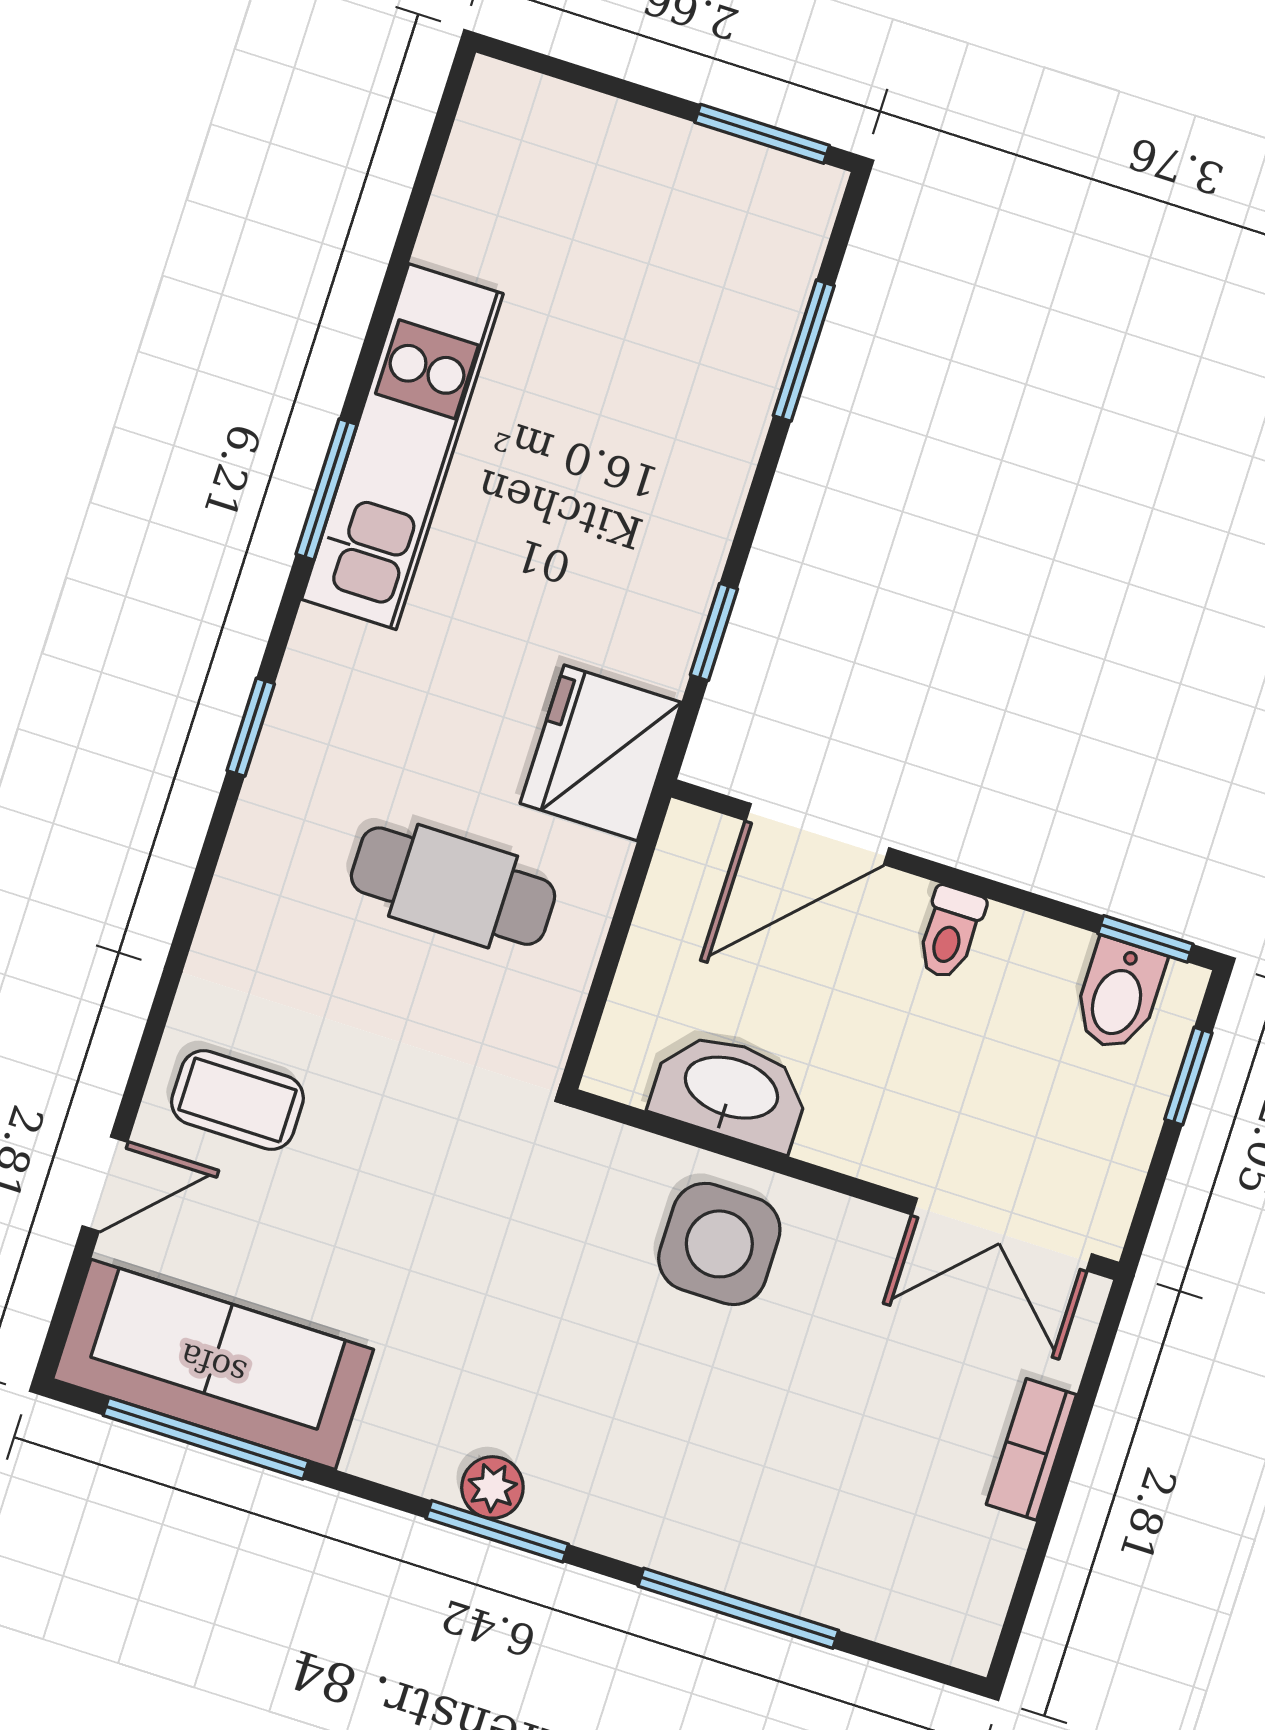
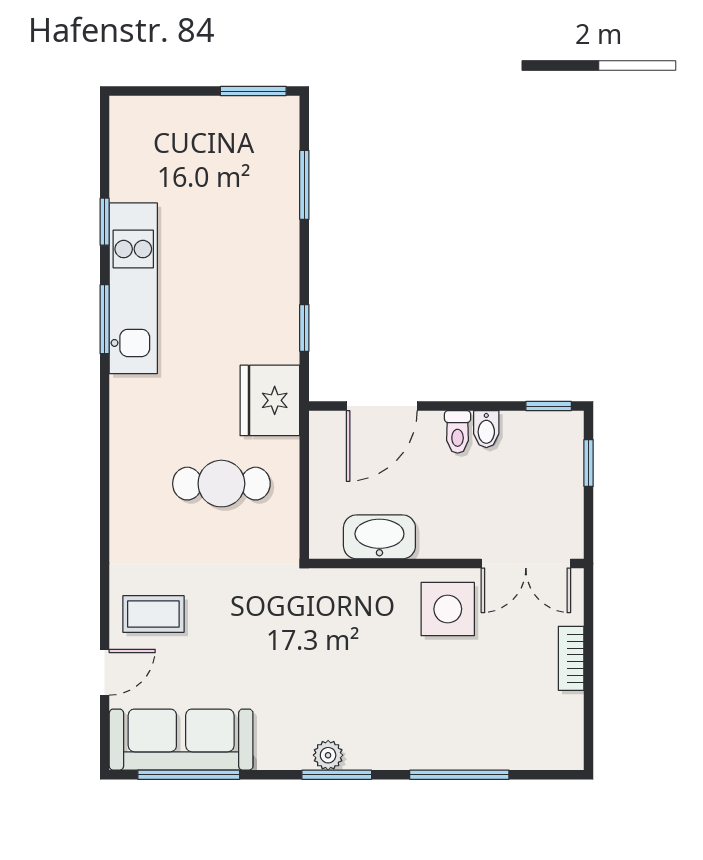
window: (251, 727) -> (105, 222), moved
bidet: (1119, 995) -> (486, 429), moved, width x0.72, depth x0.74
side table: (719, 1244) -> (448, 609), moved

